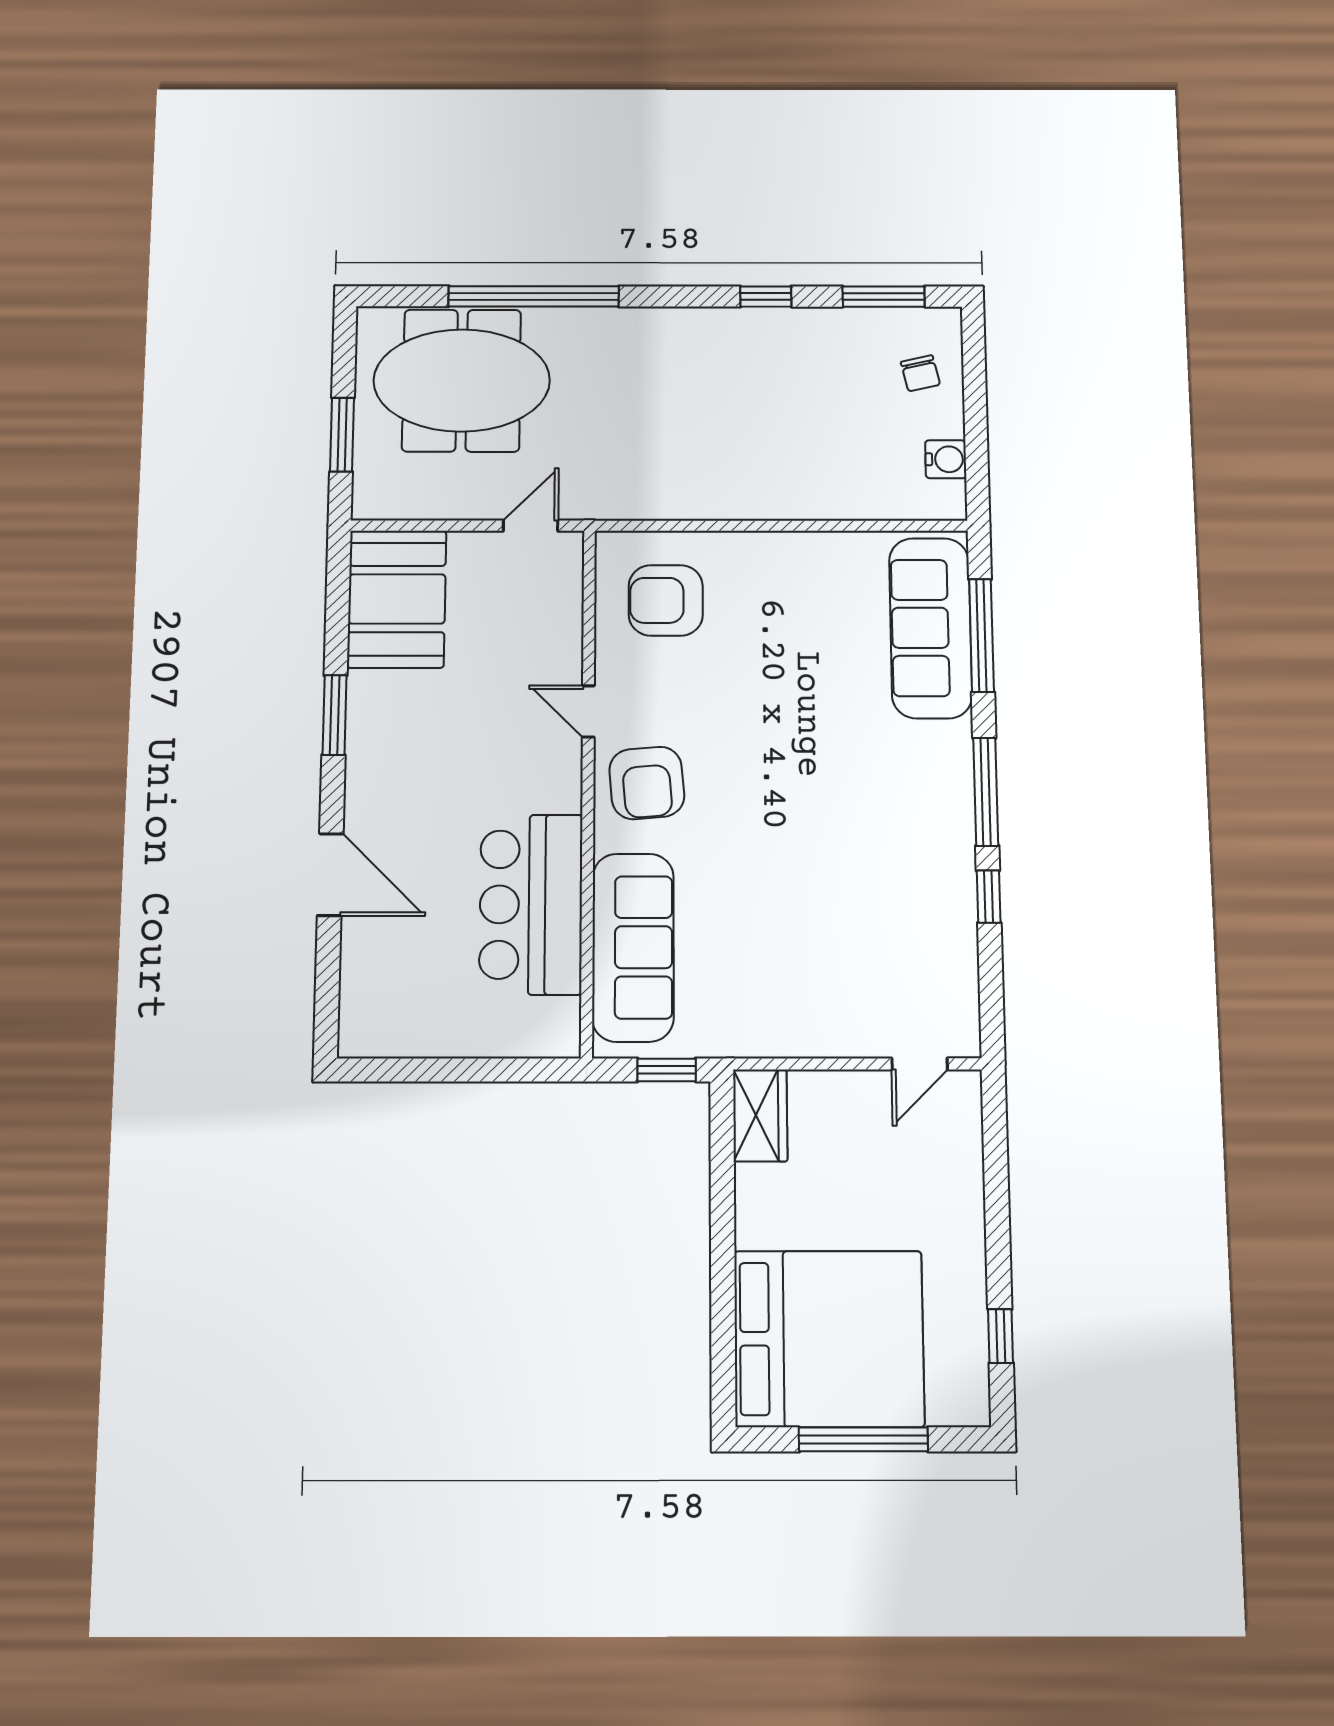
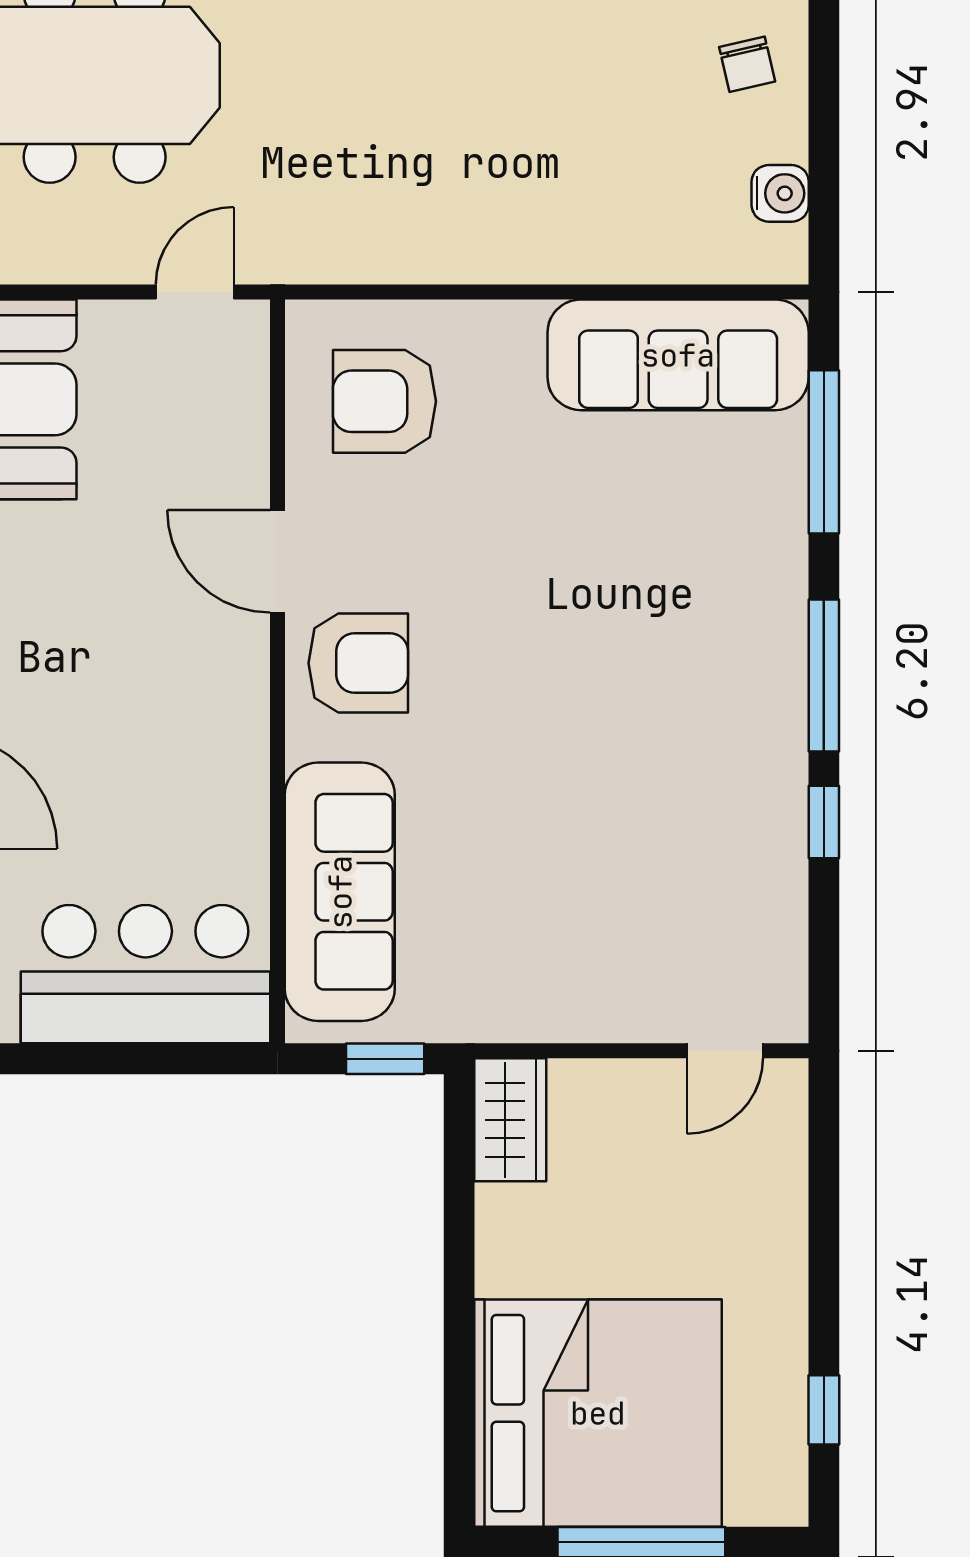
sofa: (930, 628) -> (678, 355), moved, turned -90
door: (588, 711) -> (277, 561), width x1.38
armchair: (647, 783) -> (358, 663), turned -85
bar counter: (531, 904) -> (145, 974), moved, turned 90

